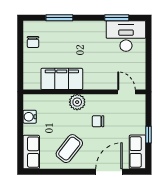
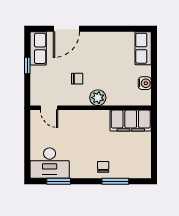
chair: (33, 42) -> (103, 167), moved
filing cabinet: (62, 79) -> (131, 121), moved
coffee table: (69, 149) -> (106, 52), removed

